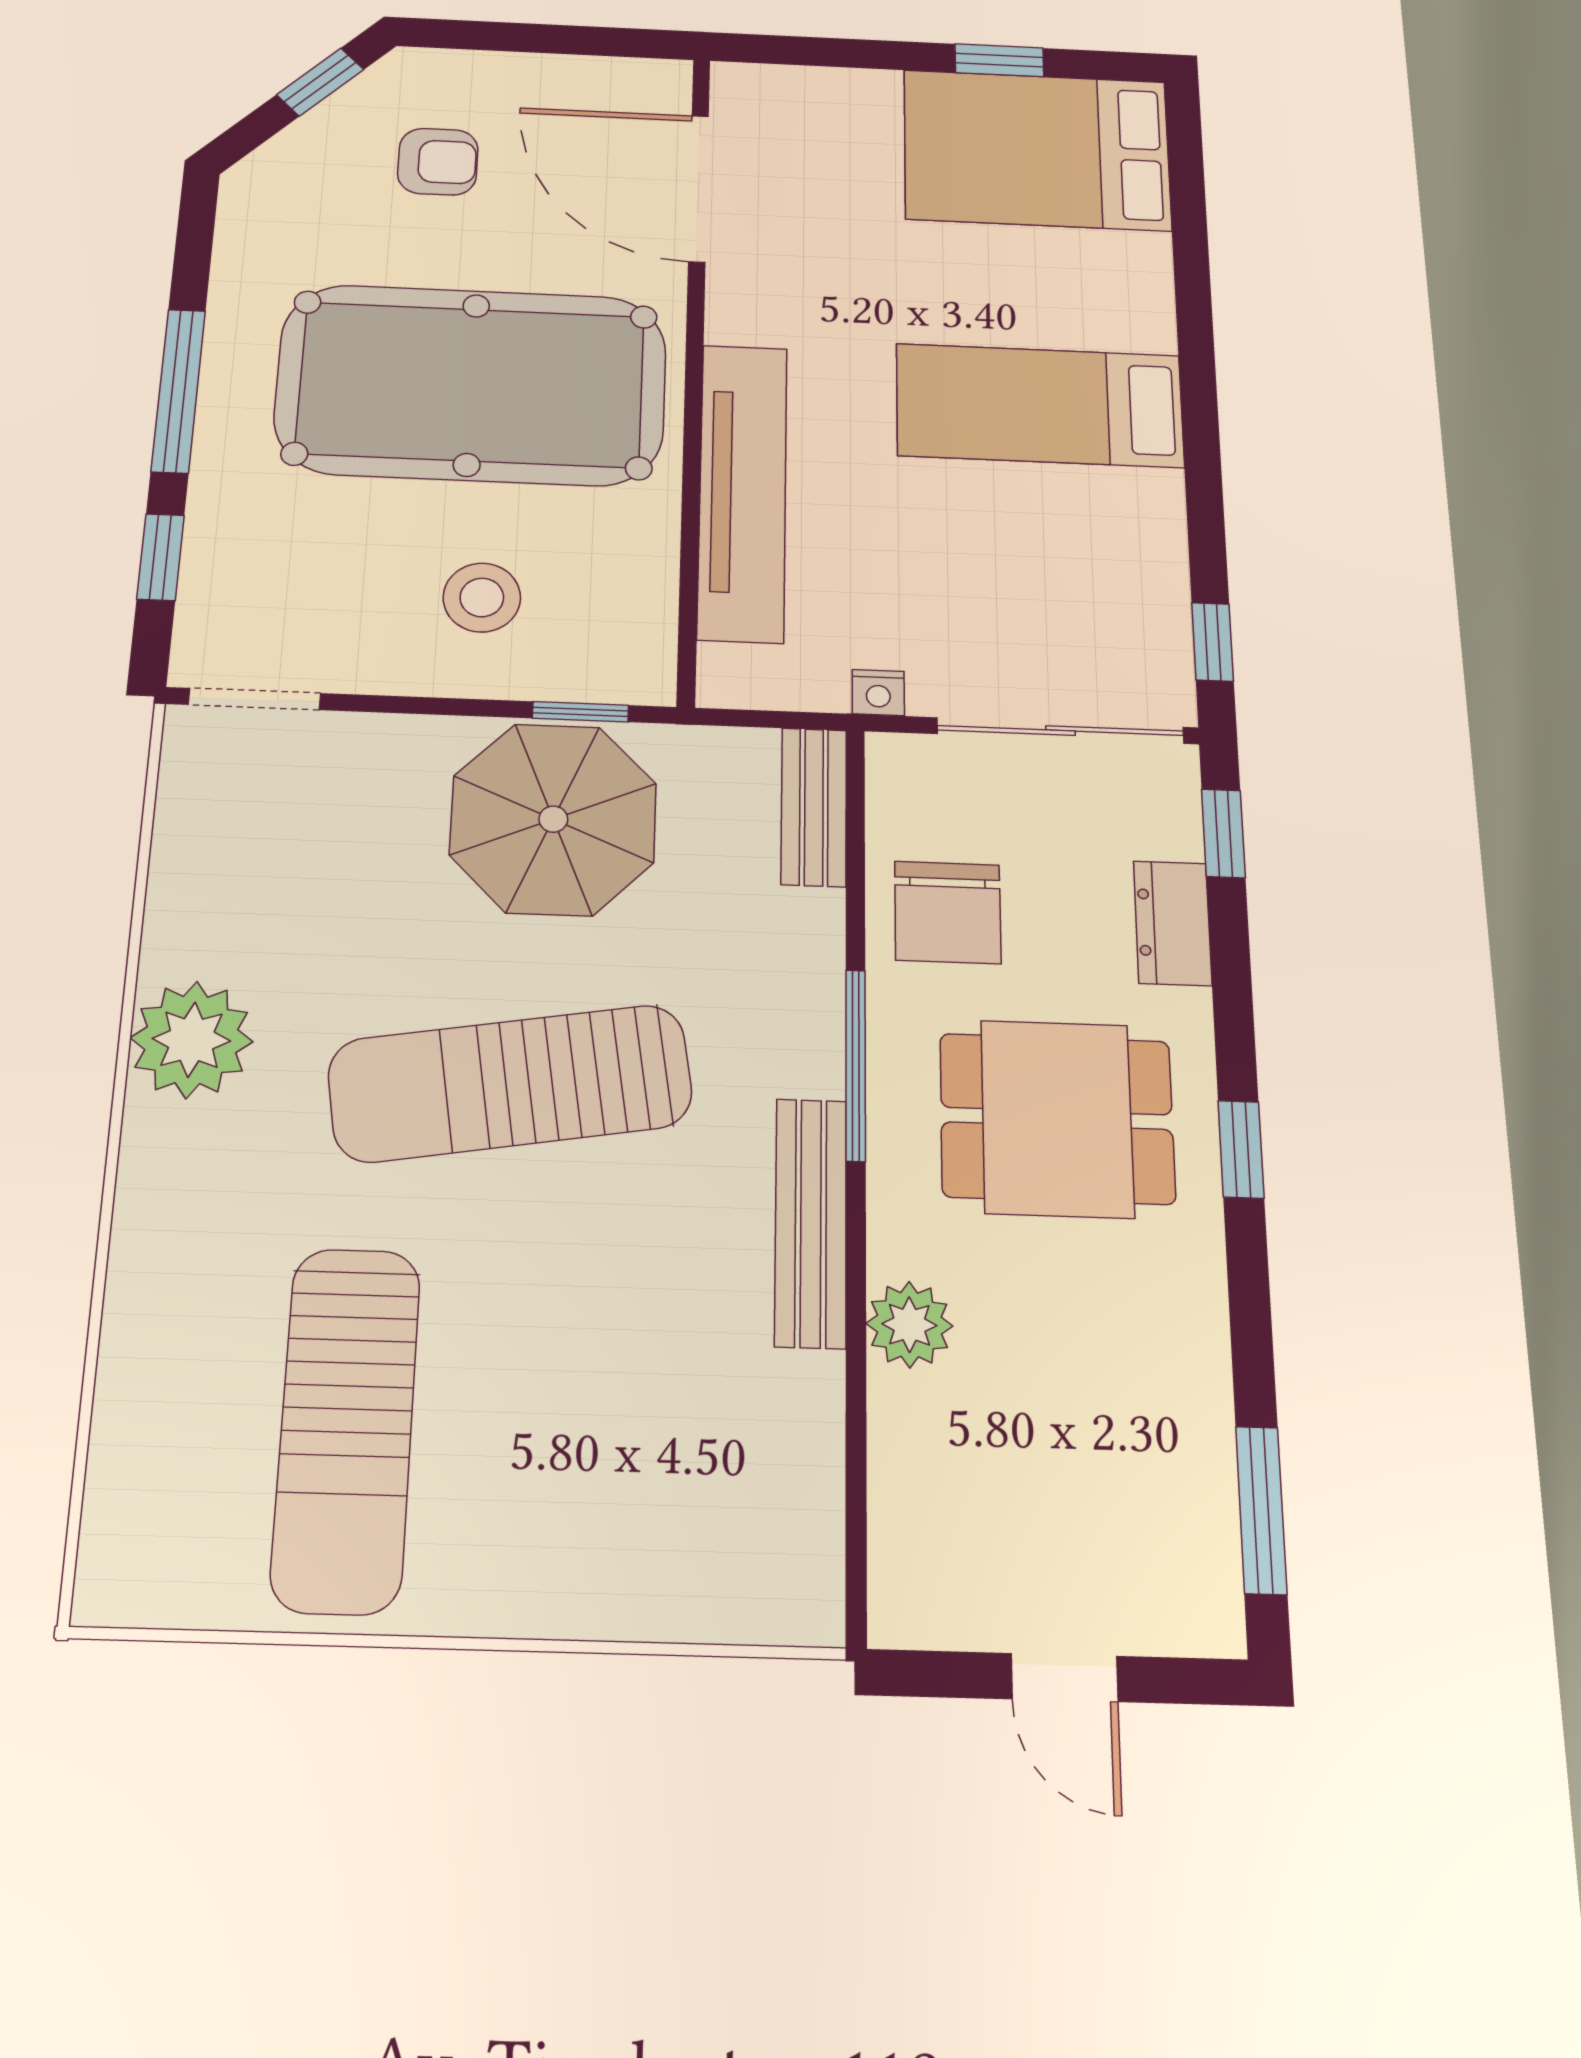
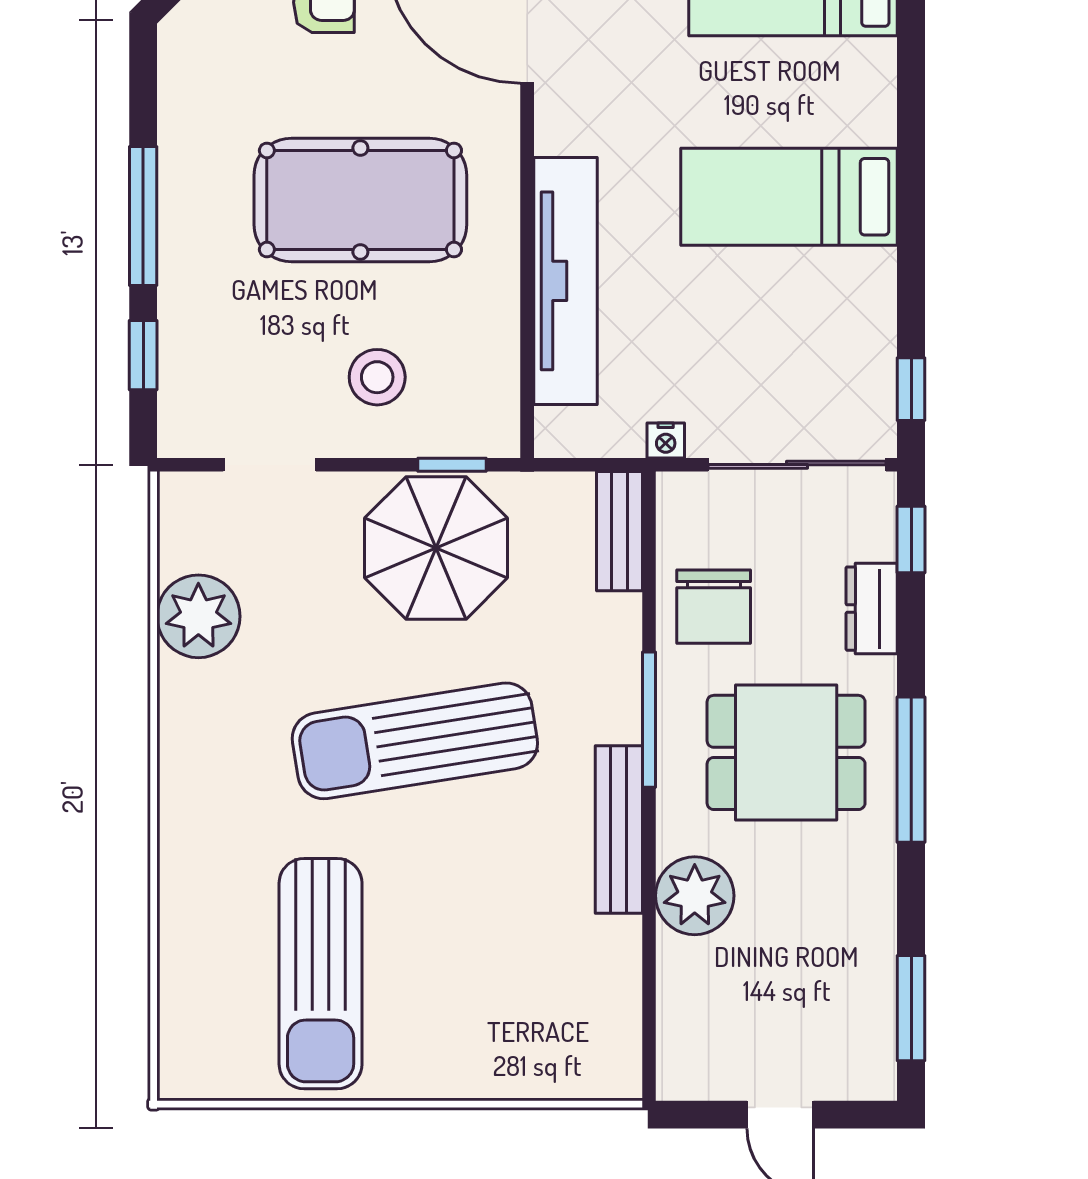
pool table: (471, 385) -> (360, 200), width x0.73, depth x0.76
doorway: (254, 699) -> (270, 465), moved
plant: (191, 1040) -> (198, 616), moved
window: (1241, 1149) -> (911, 770), width x2.17
plant: (909, 1325) -> (695, 896), width x1.36, depth x1.36

